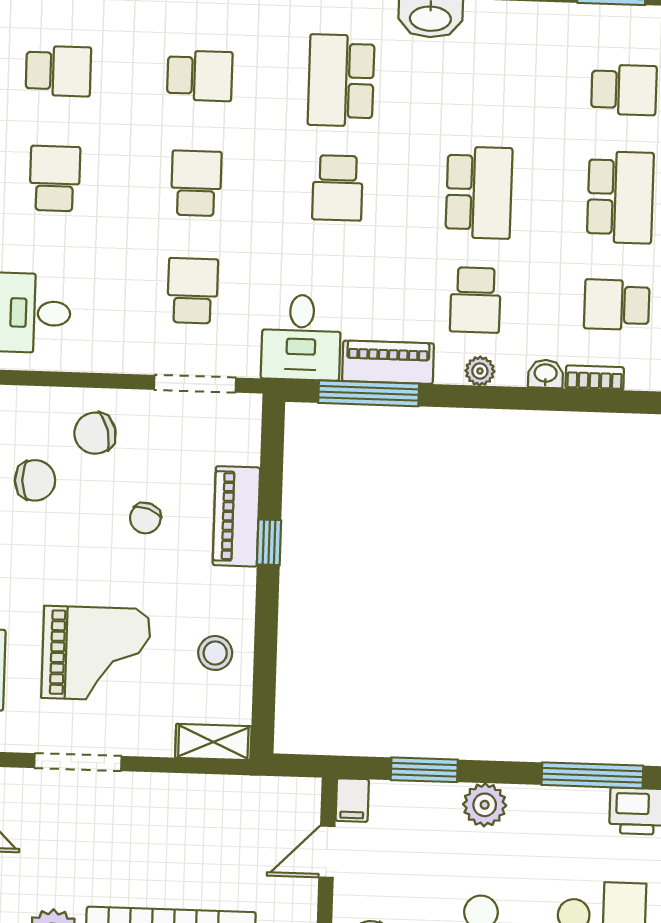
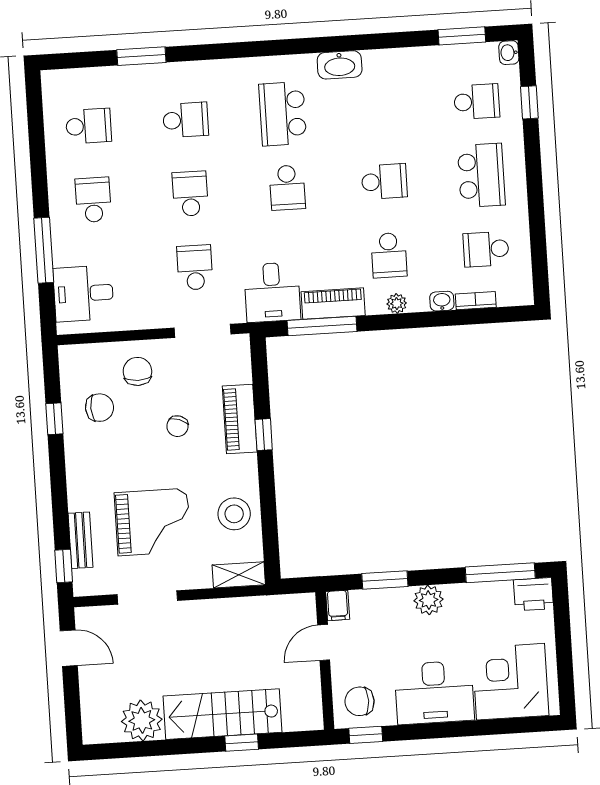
school desk: (479, 193) -> (384, 181), width x0.54
chair: (95, 433) -> (137, 371), turned 105
stool: (215, 653) -> (234, 514), width x1.38, depth x1.38

